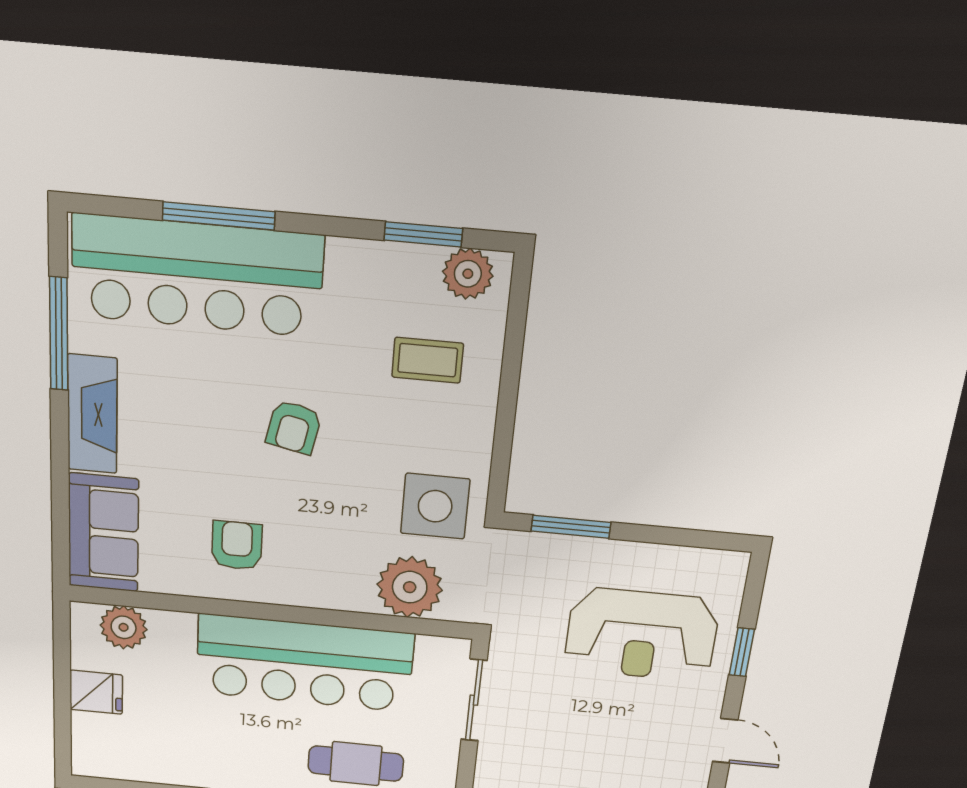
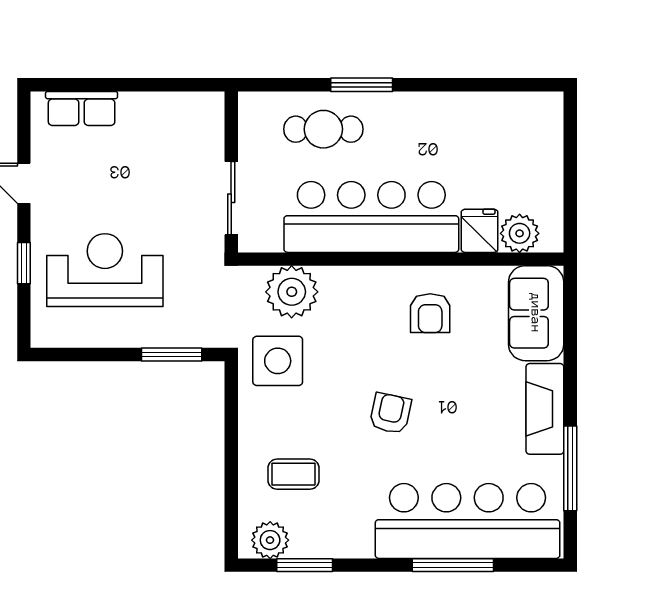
fridge: (96, 692) -> (480, 231), moved, turned 90

